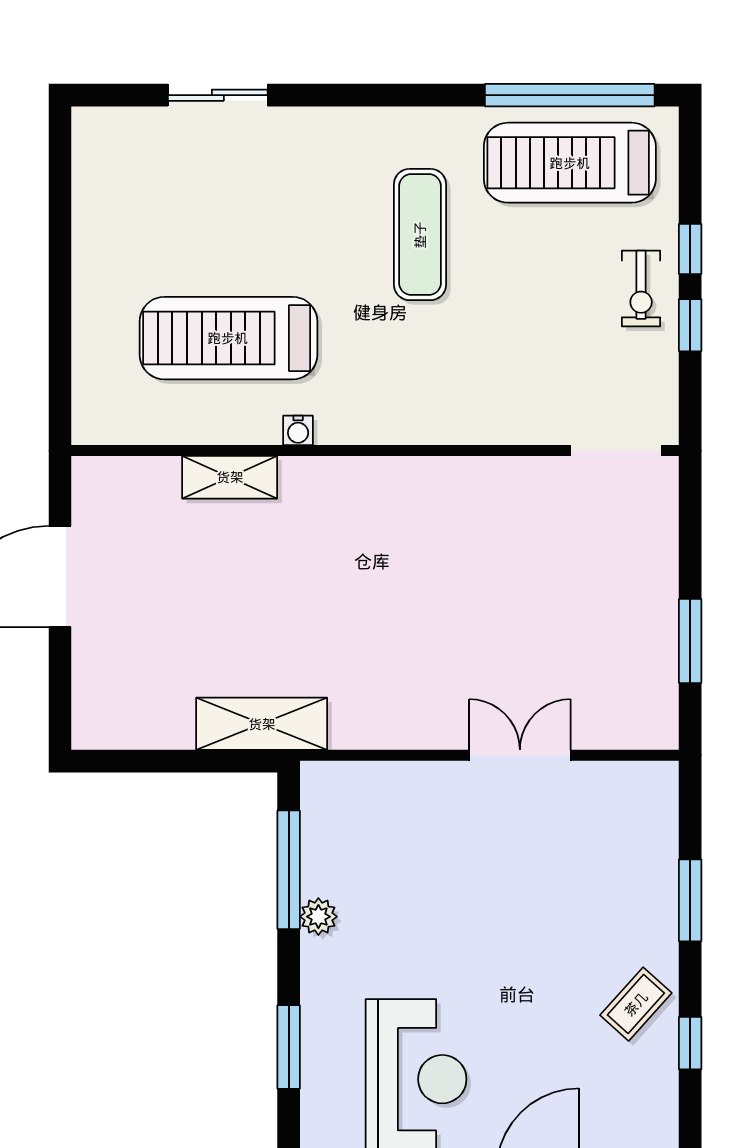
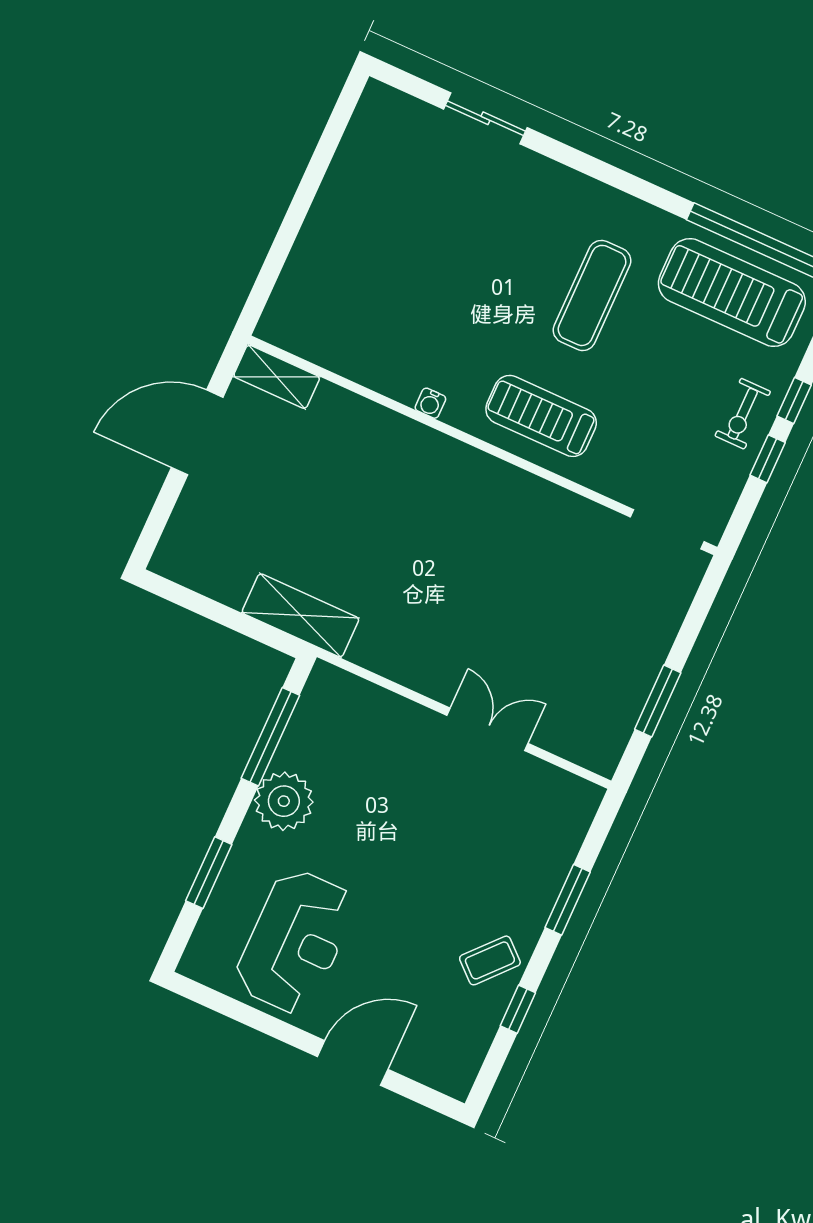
treadmill: (228, 338) -> (541, 416), moved, width x0.73, depth x0.73
shelving: (230, 477) -> (277, 377), moved
plant: (318, 917) -> (284, 801), width x1.88, depth x1.88

